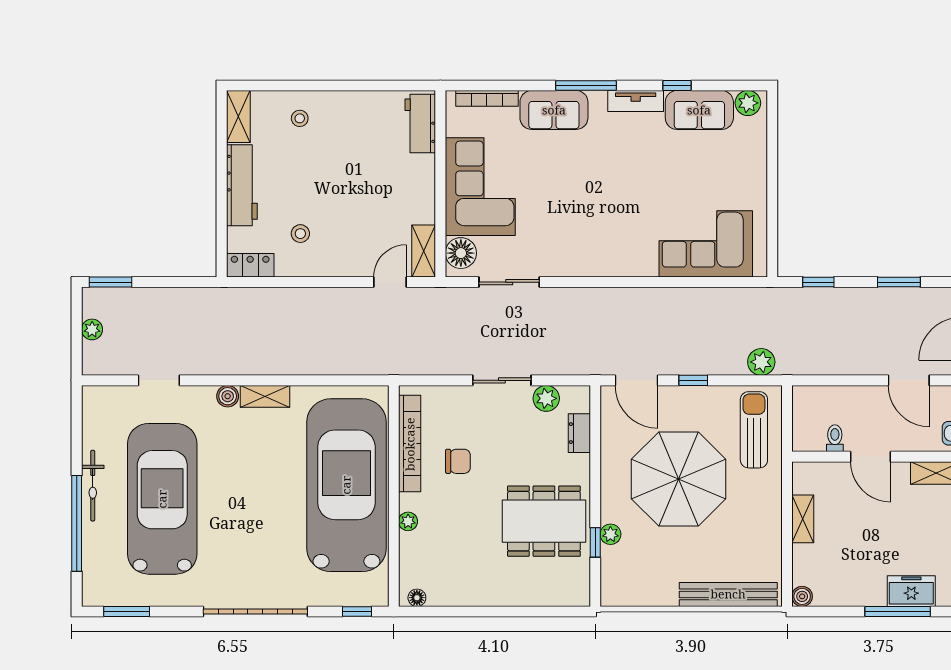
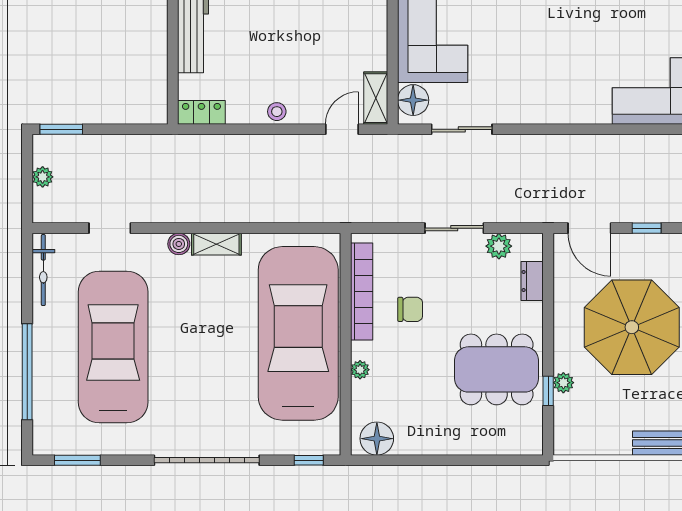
stool: (300, 234) -> (277, 112), moved
bicycle: (93, 486) -> (43, 270), moved
floor lamp: (417, 598) -> (377, 439), width x1.89, depth x1.89

